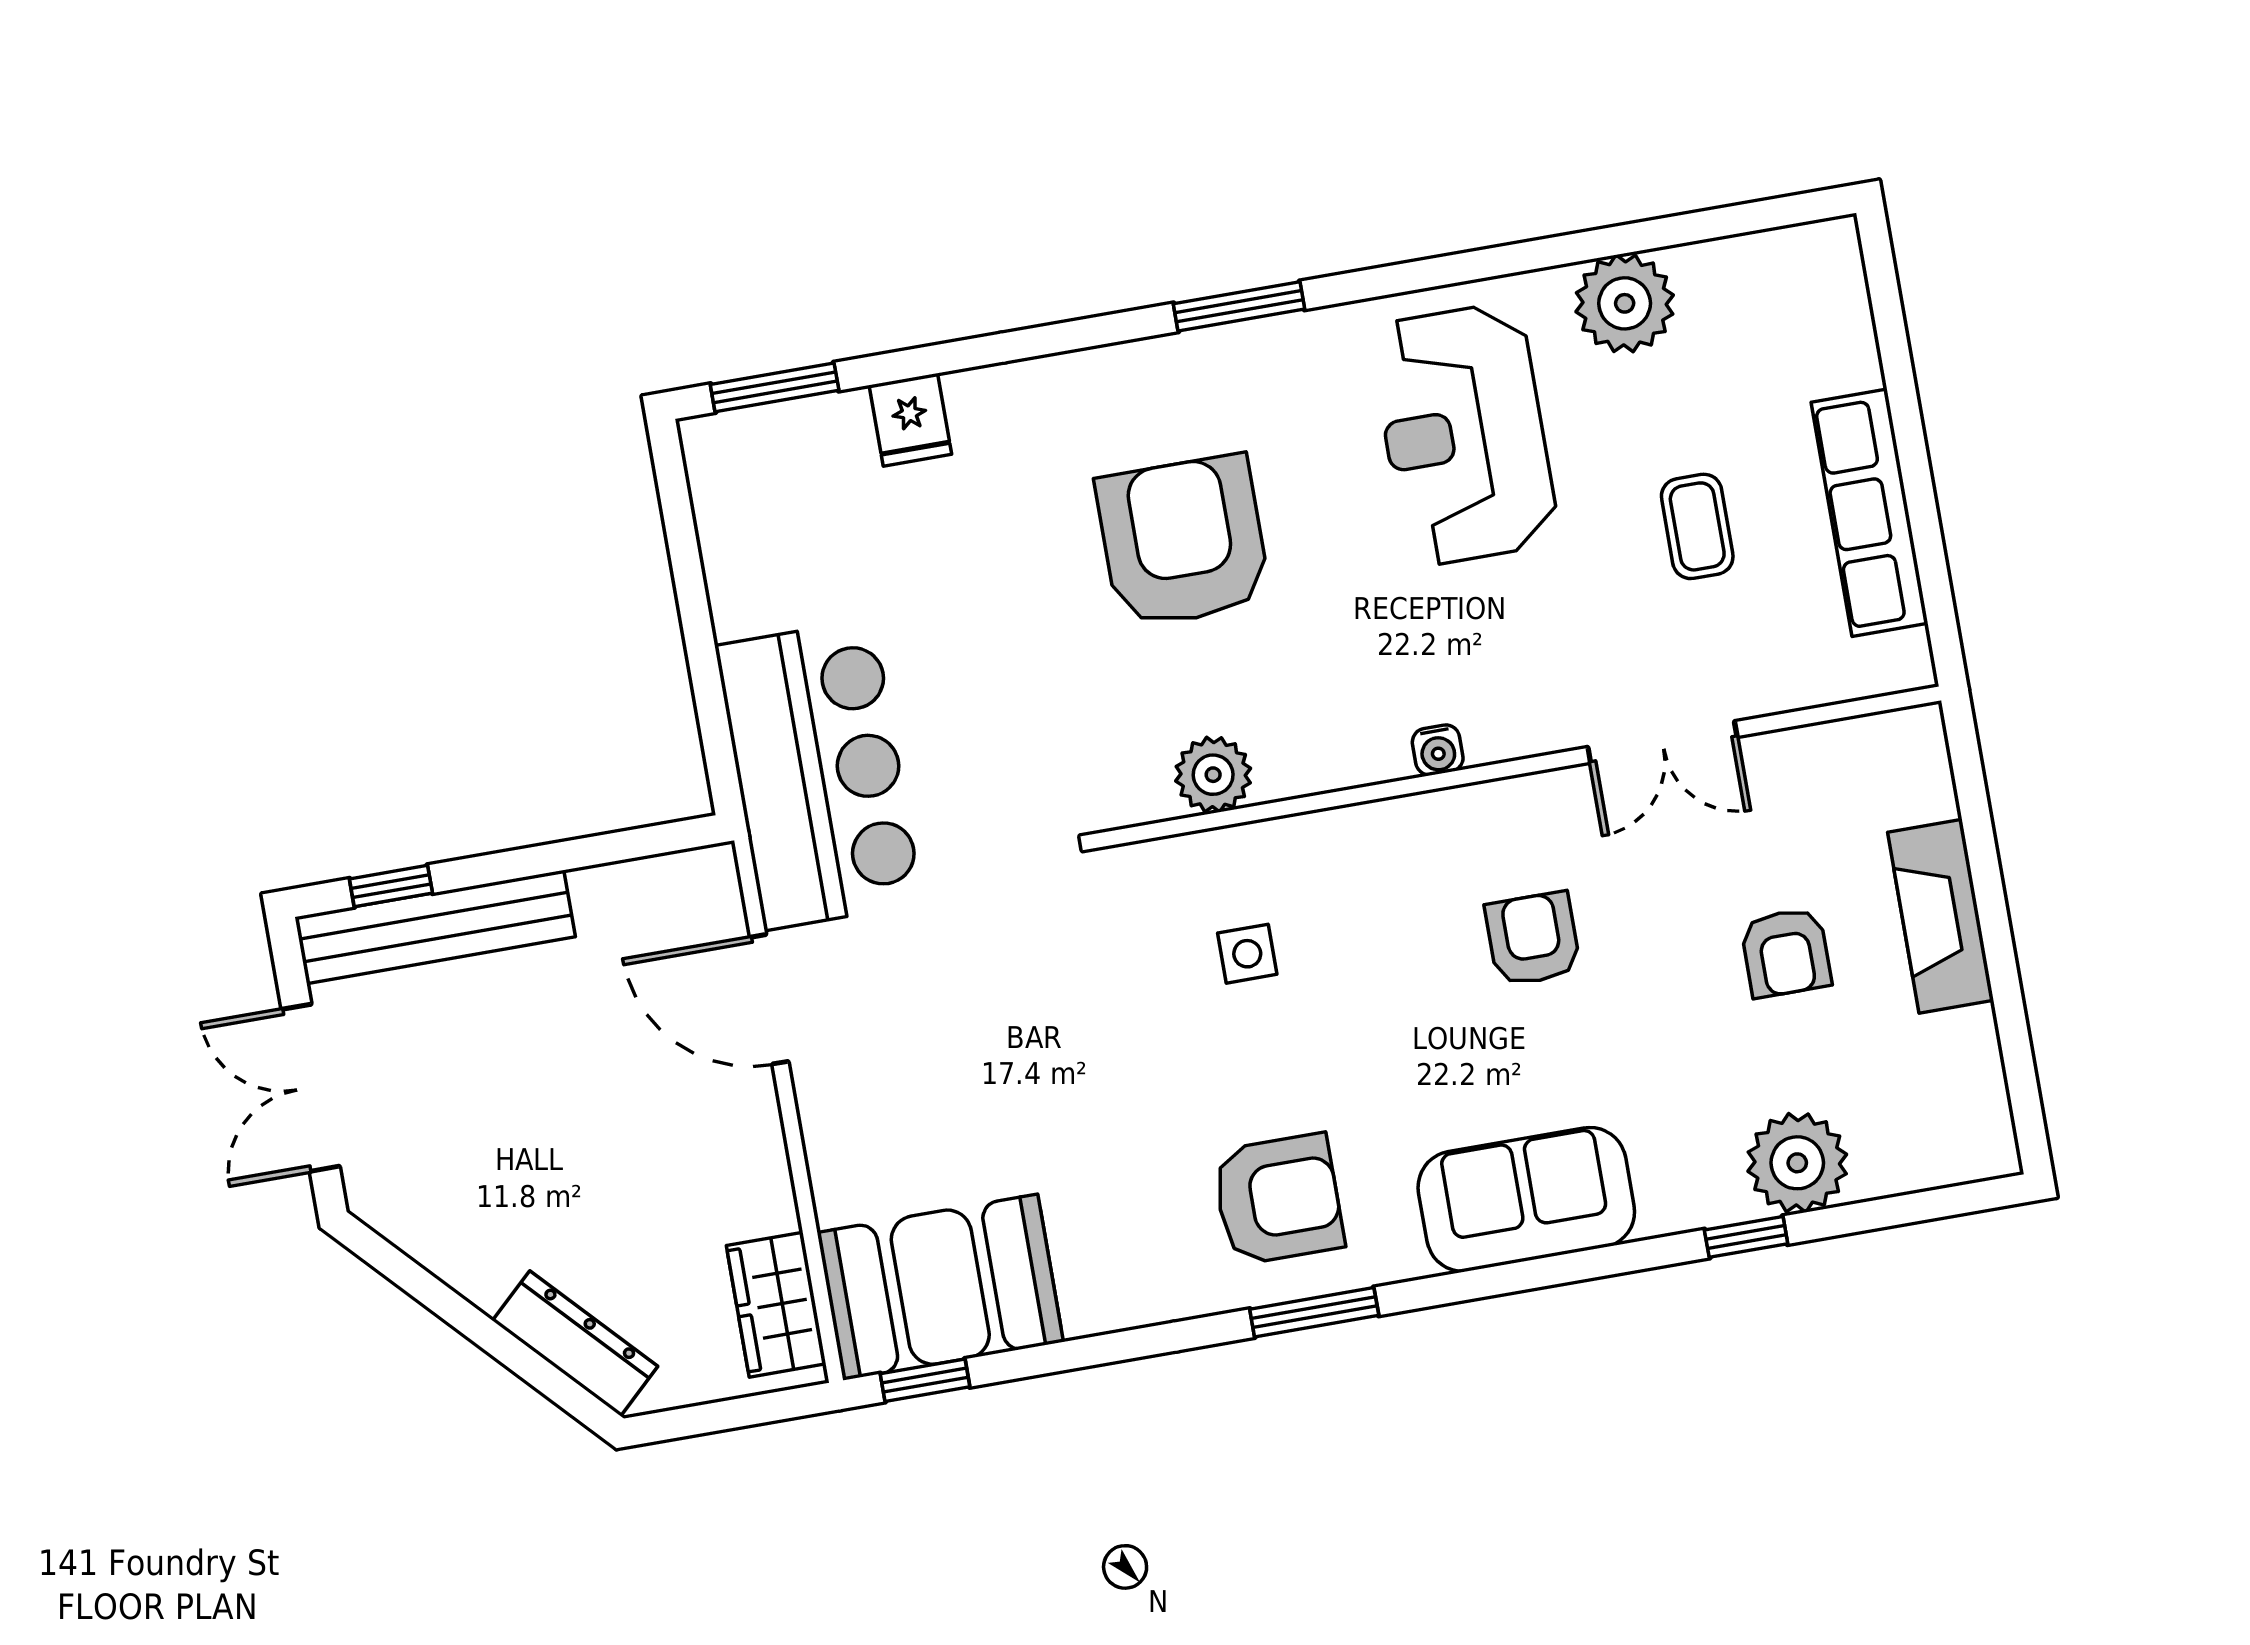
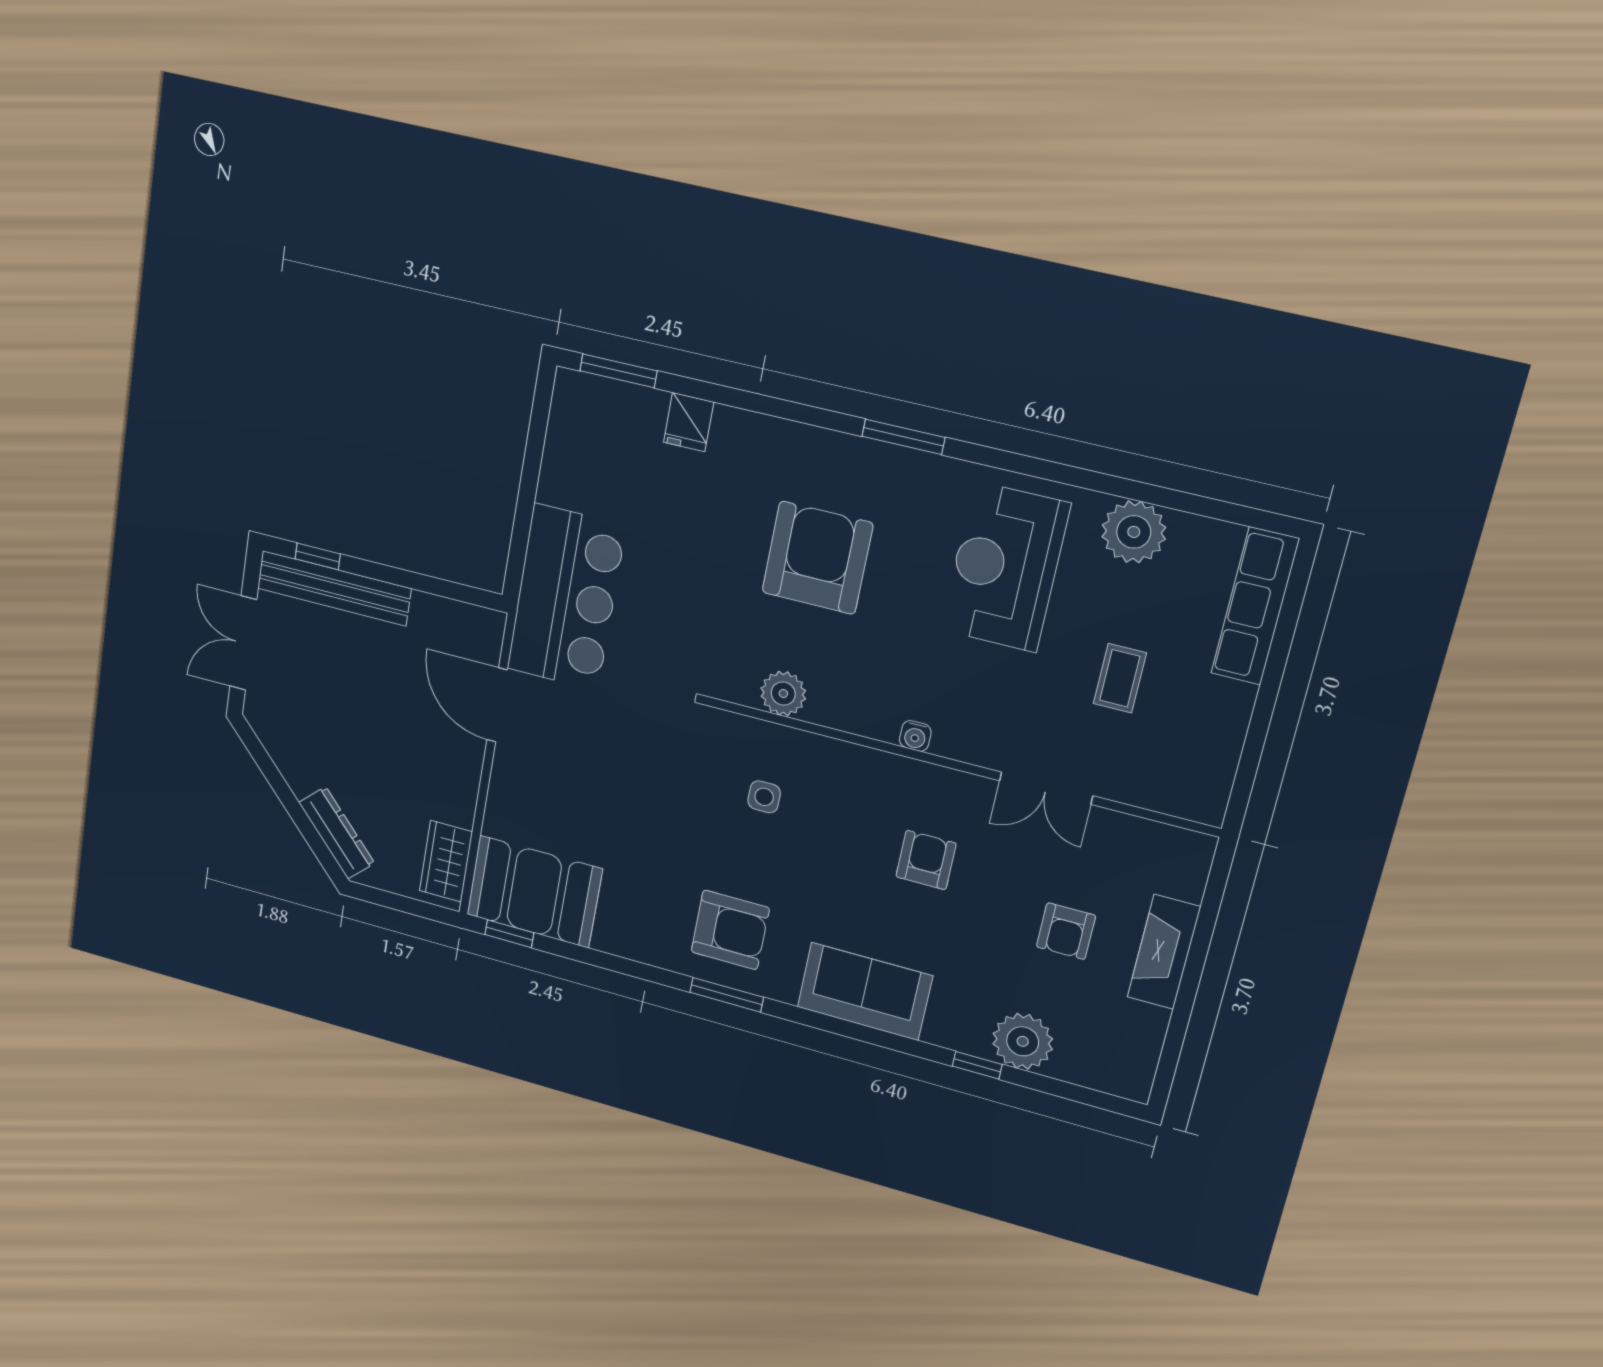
row of seats: (1869, 513) -> (1255, 606), moved

